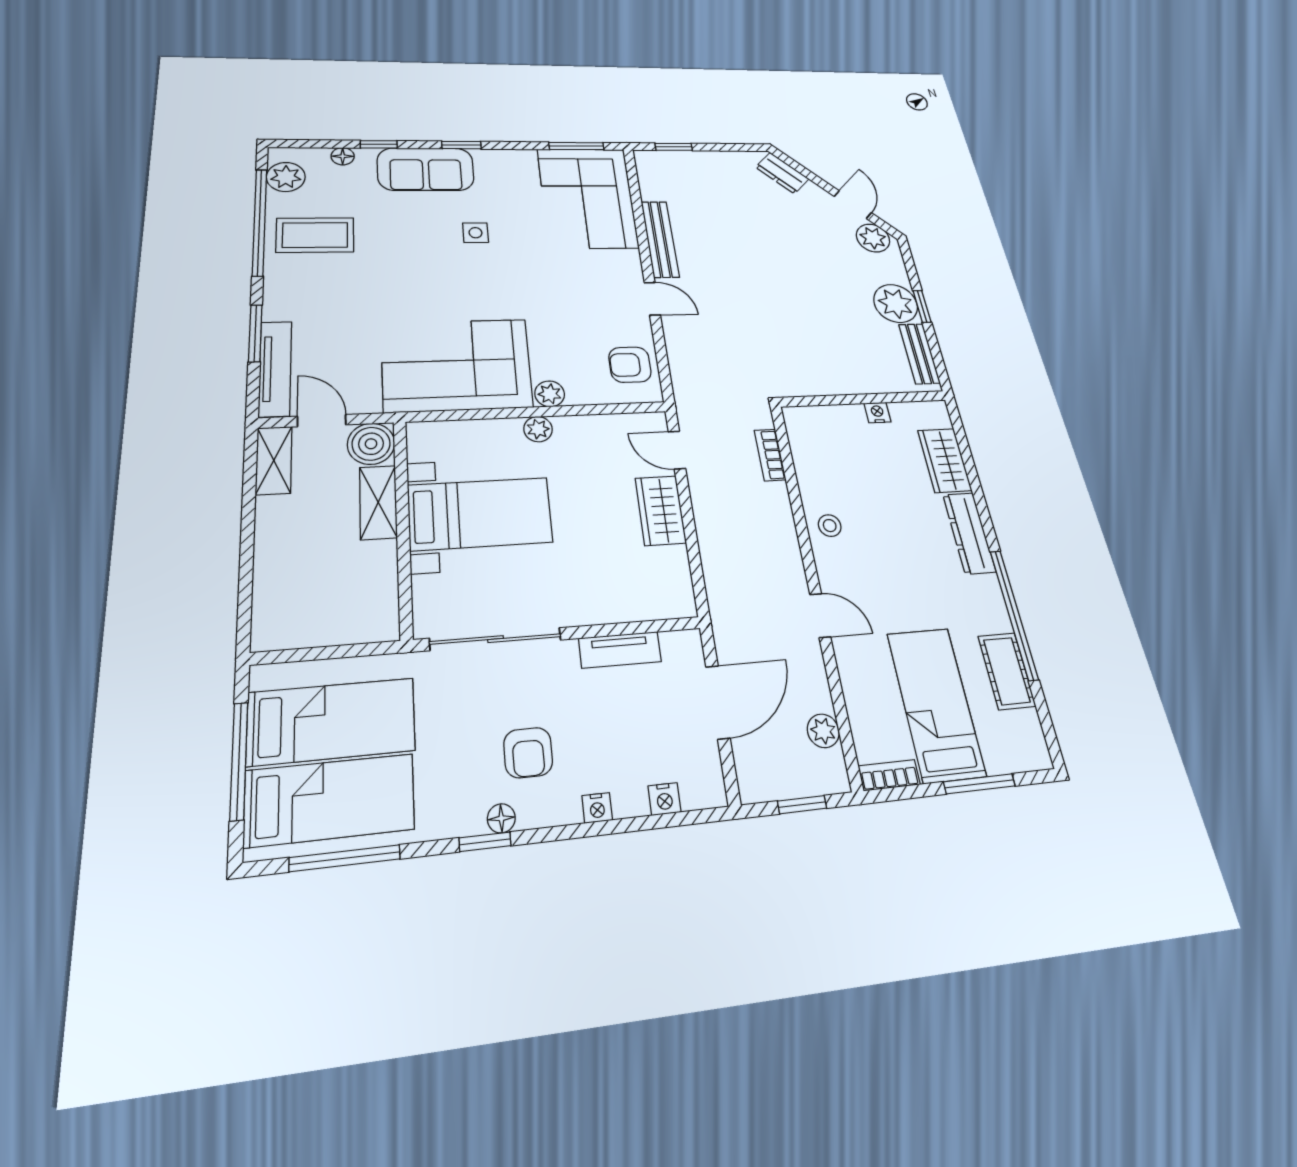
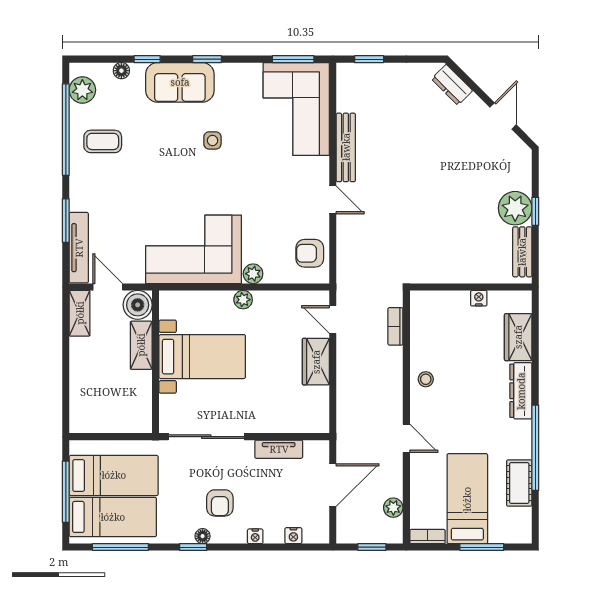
coffee table: (315, 235) -> (103, 141), width x0.73, depth x0.77
plant: (873, 238) -> (512, 148), removed

